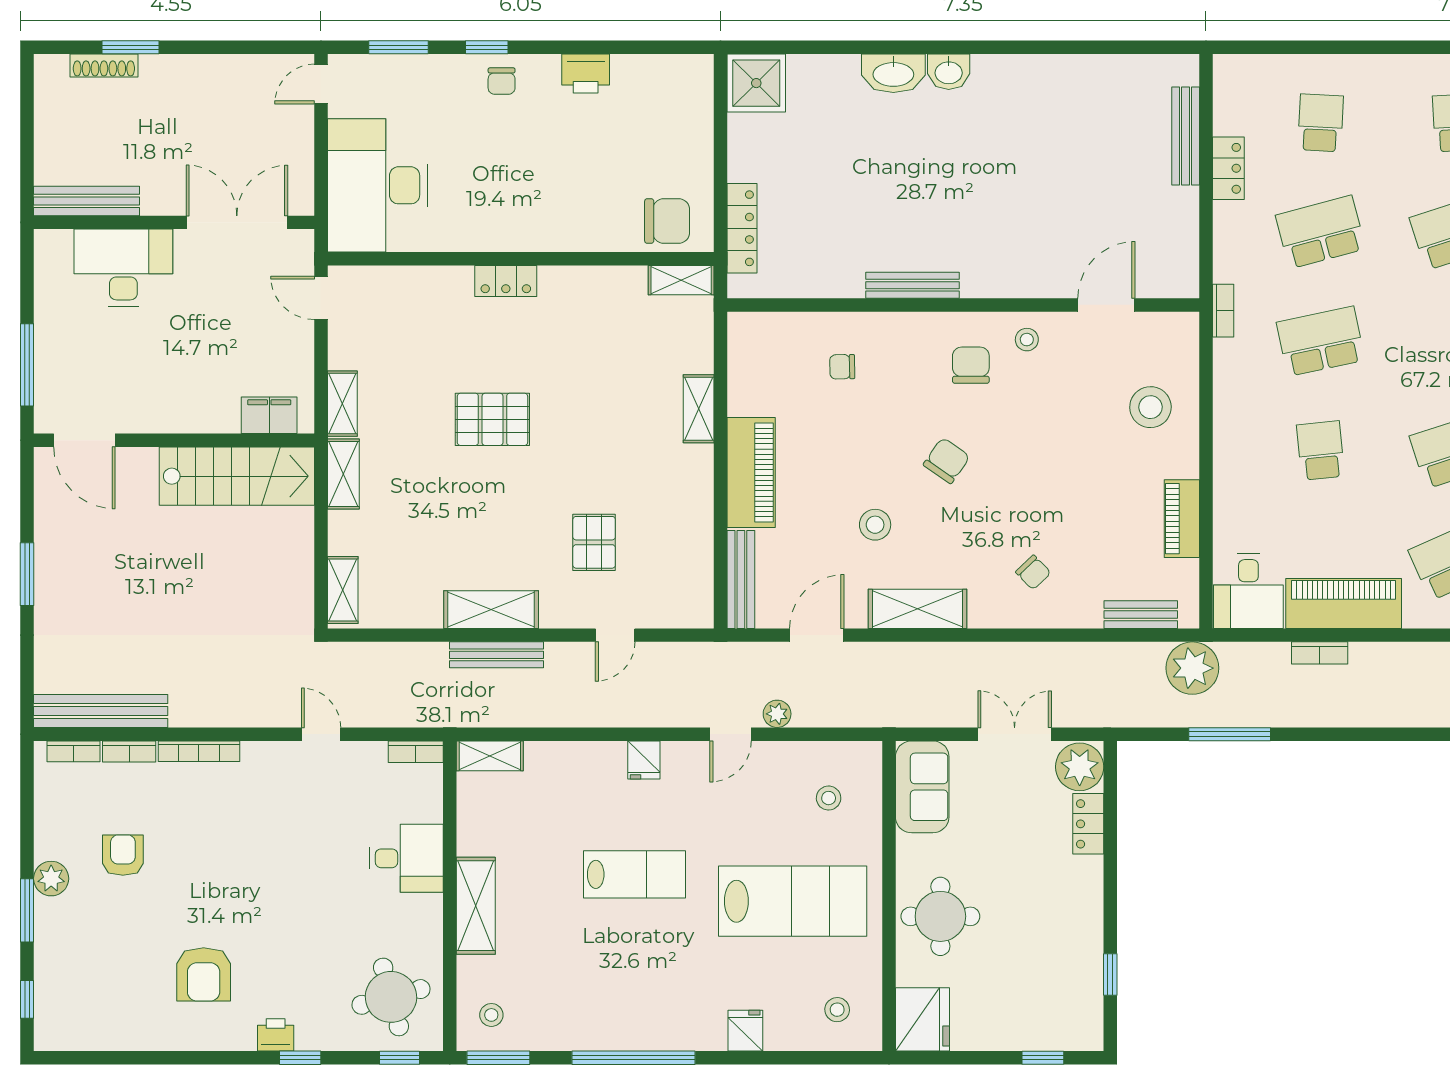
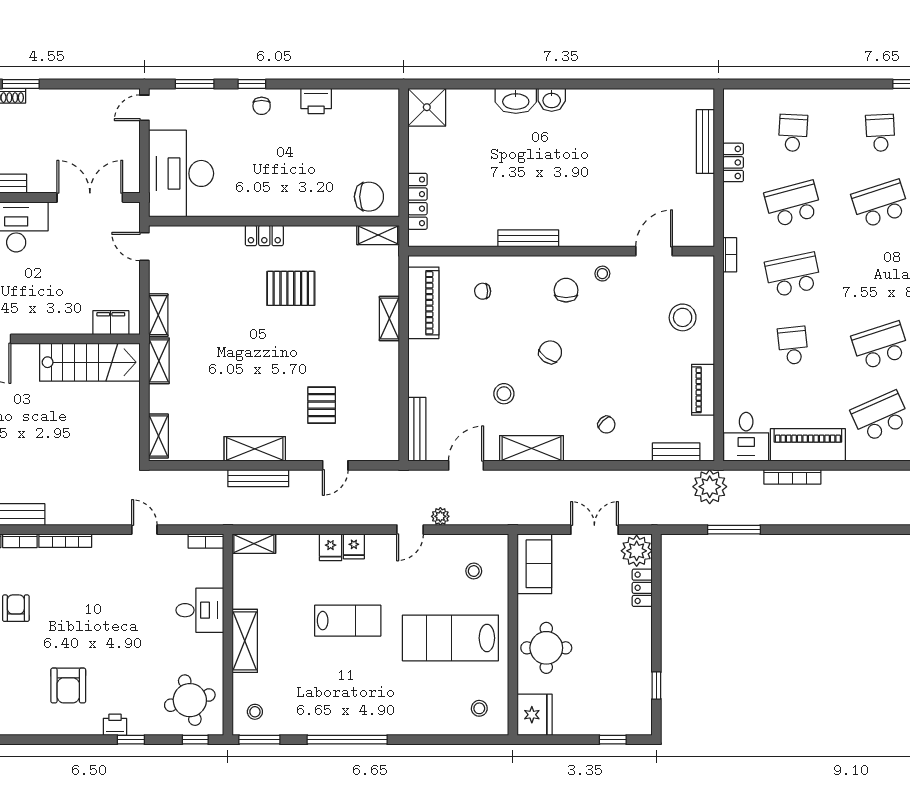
pallet: (492, 419) -> (291, 288), moved
piano: (751, 473) -> (423, 303), moved
bookcase: (1320, 653) -> (792, 477), width x1.56
lab bench: (793, 901) -> (450, 638), turned 180
fridge: (745, 1031) -> (331, 547), moved, turned 180

